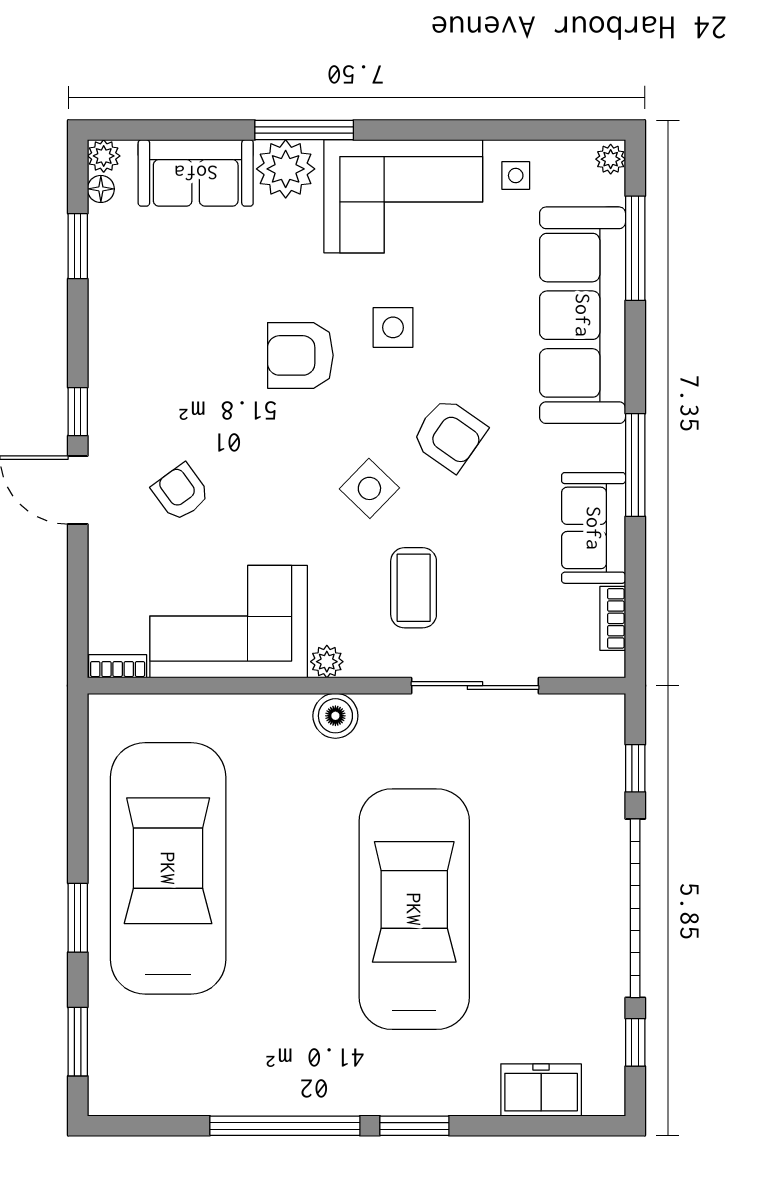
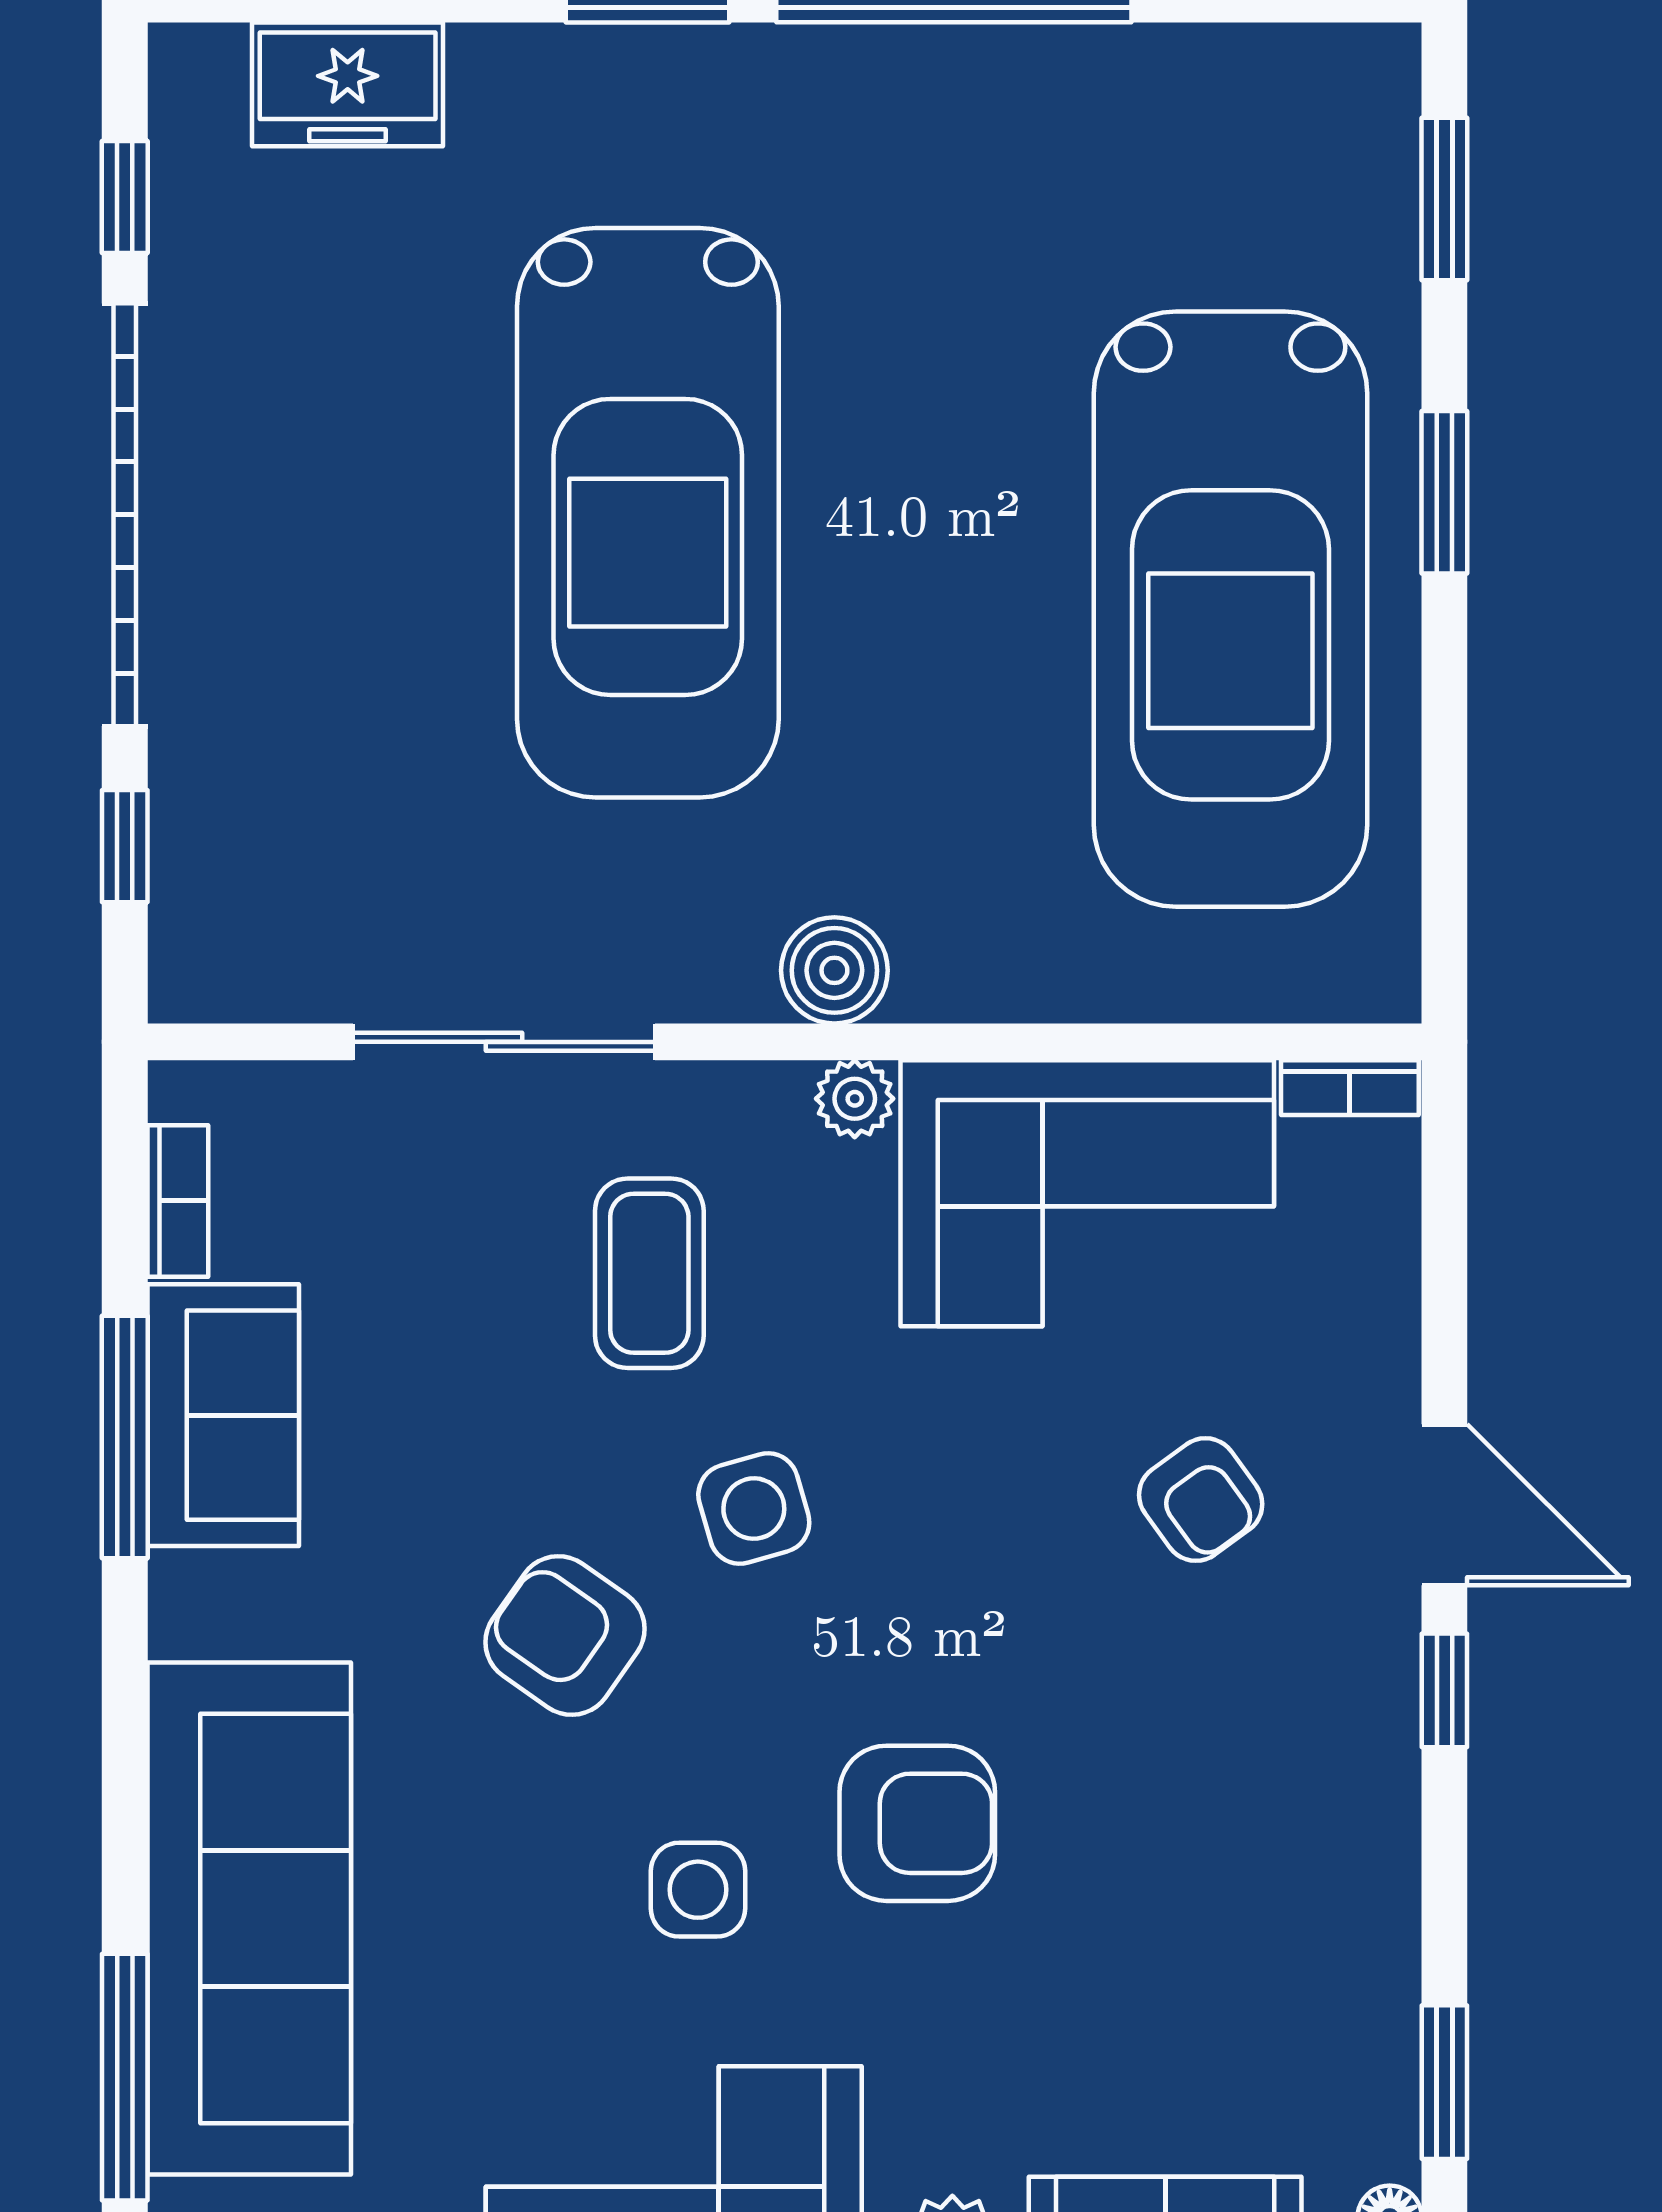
window: (635, 465) -> (125, 1437), moved
side table: (369, 488) -> (754, 1509), turned 30

